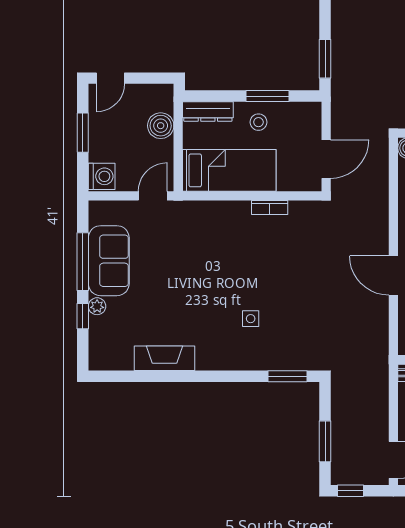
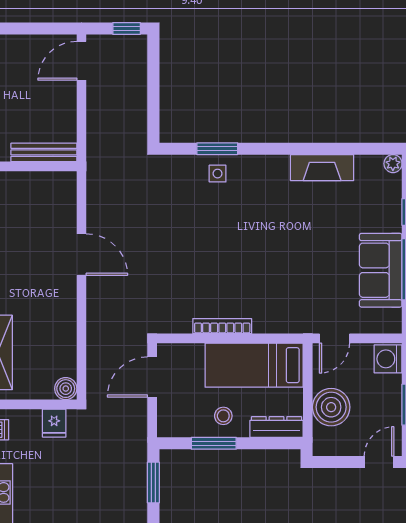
boiler: (161, 126) -> (331, 407), width x1.37, depth x1.37
bookcase: (270, 208) -> (222, 326), width x1.56
plant: (97, 306) -> (393, 164), moved
side table: (251, 319) -> (218, 174), moved
window: (288, 376) -> (217, 149), moved
window: (325, 441) -> (153, 80), removed

